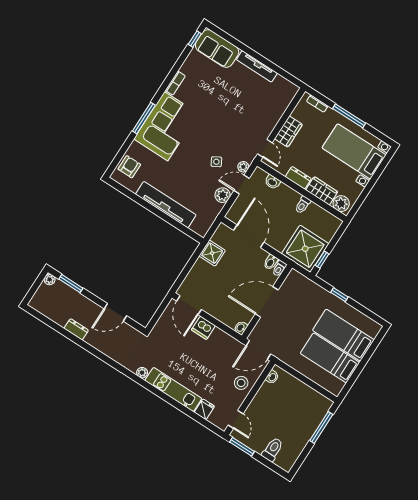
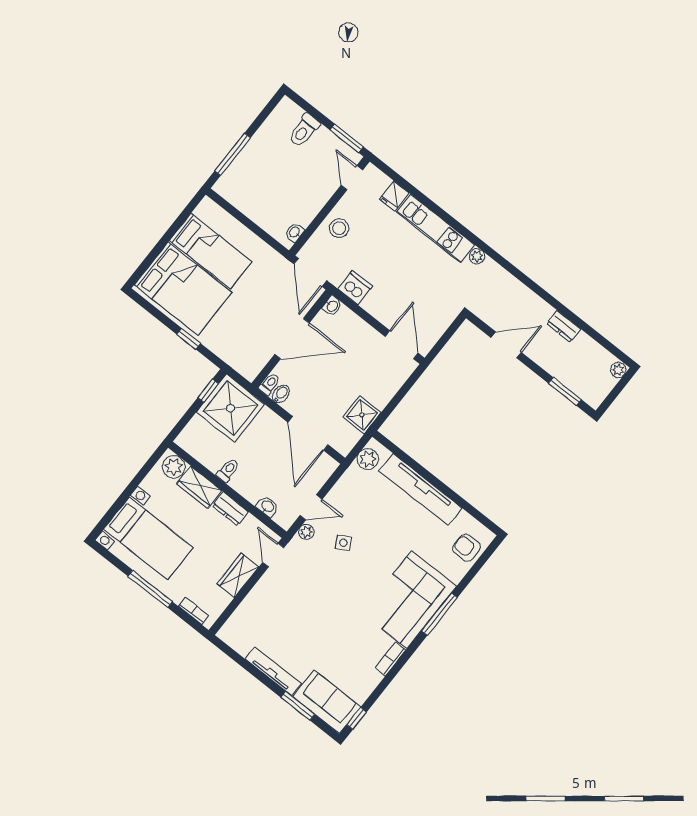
window: (237, 44) -> (298, 706), added
armchair: (129, 167) -> (467, 548), turned 90
plant: (222, 195) -> (368, 459), moved
plant: (50, 279) -> (618, 370), moved
dishwasher: (203, 328) -> (355, 288), moved
bed: (343, 335) -> (183, 289), width x1.50
door: (258, 350) -> (310, 272), swing flipped

